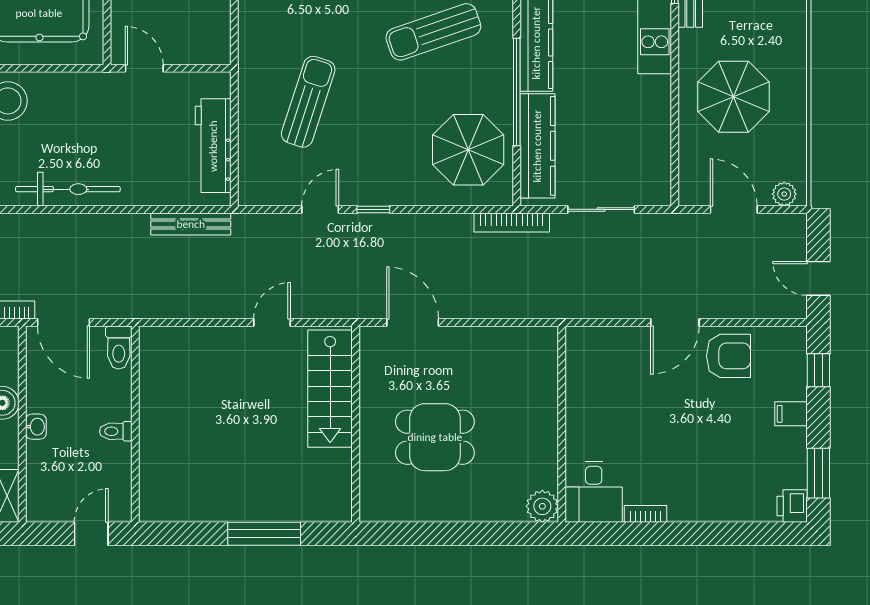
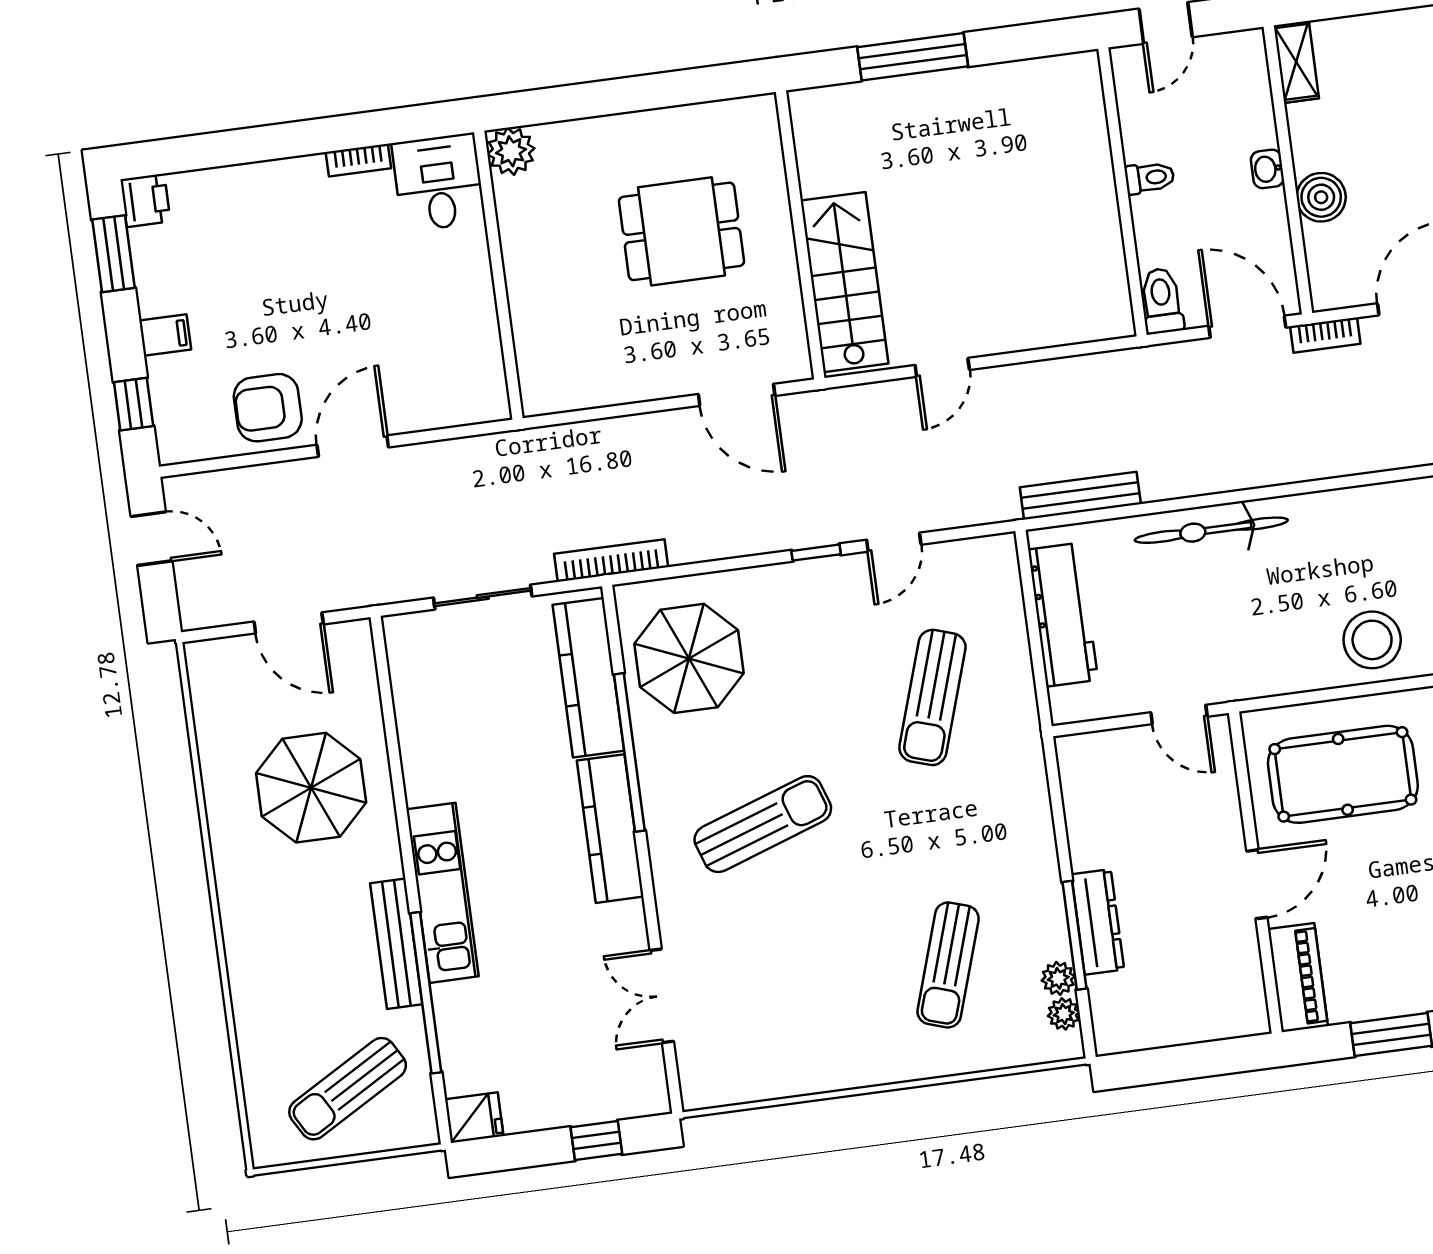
bicycle: (68, 189) -> (1211, 530), moved
plant: (784, 194) -> (218, 655), removed

